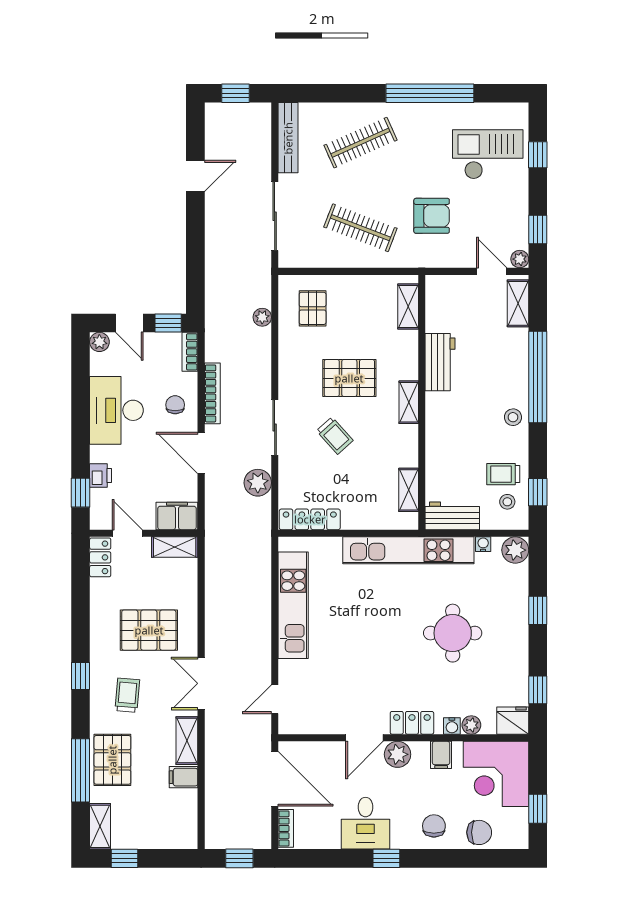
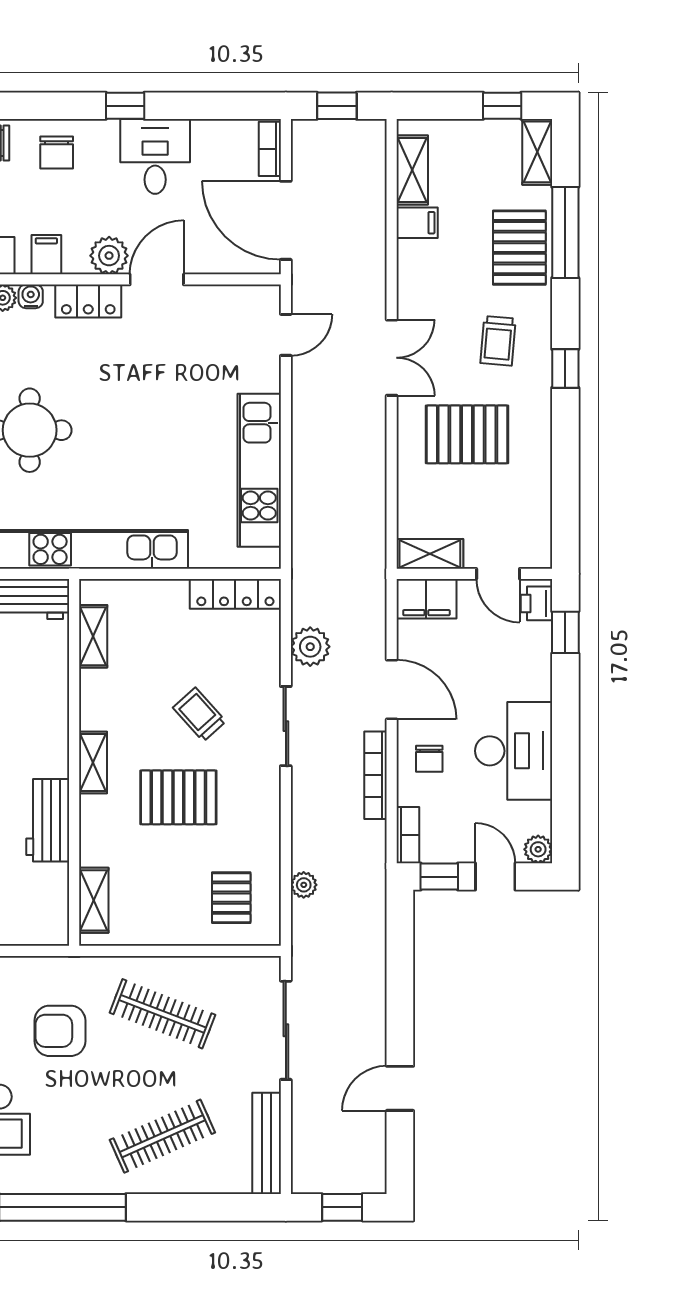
printer: (101, 476) -> (537, 603), moved
locker: (100, 557) -> (537, 539), removed
shelving: (187, 741) -> (412, 170), moved

